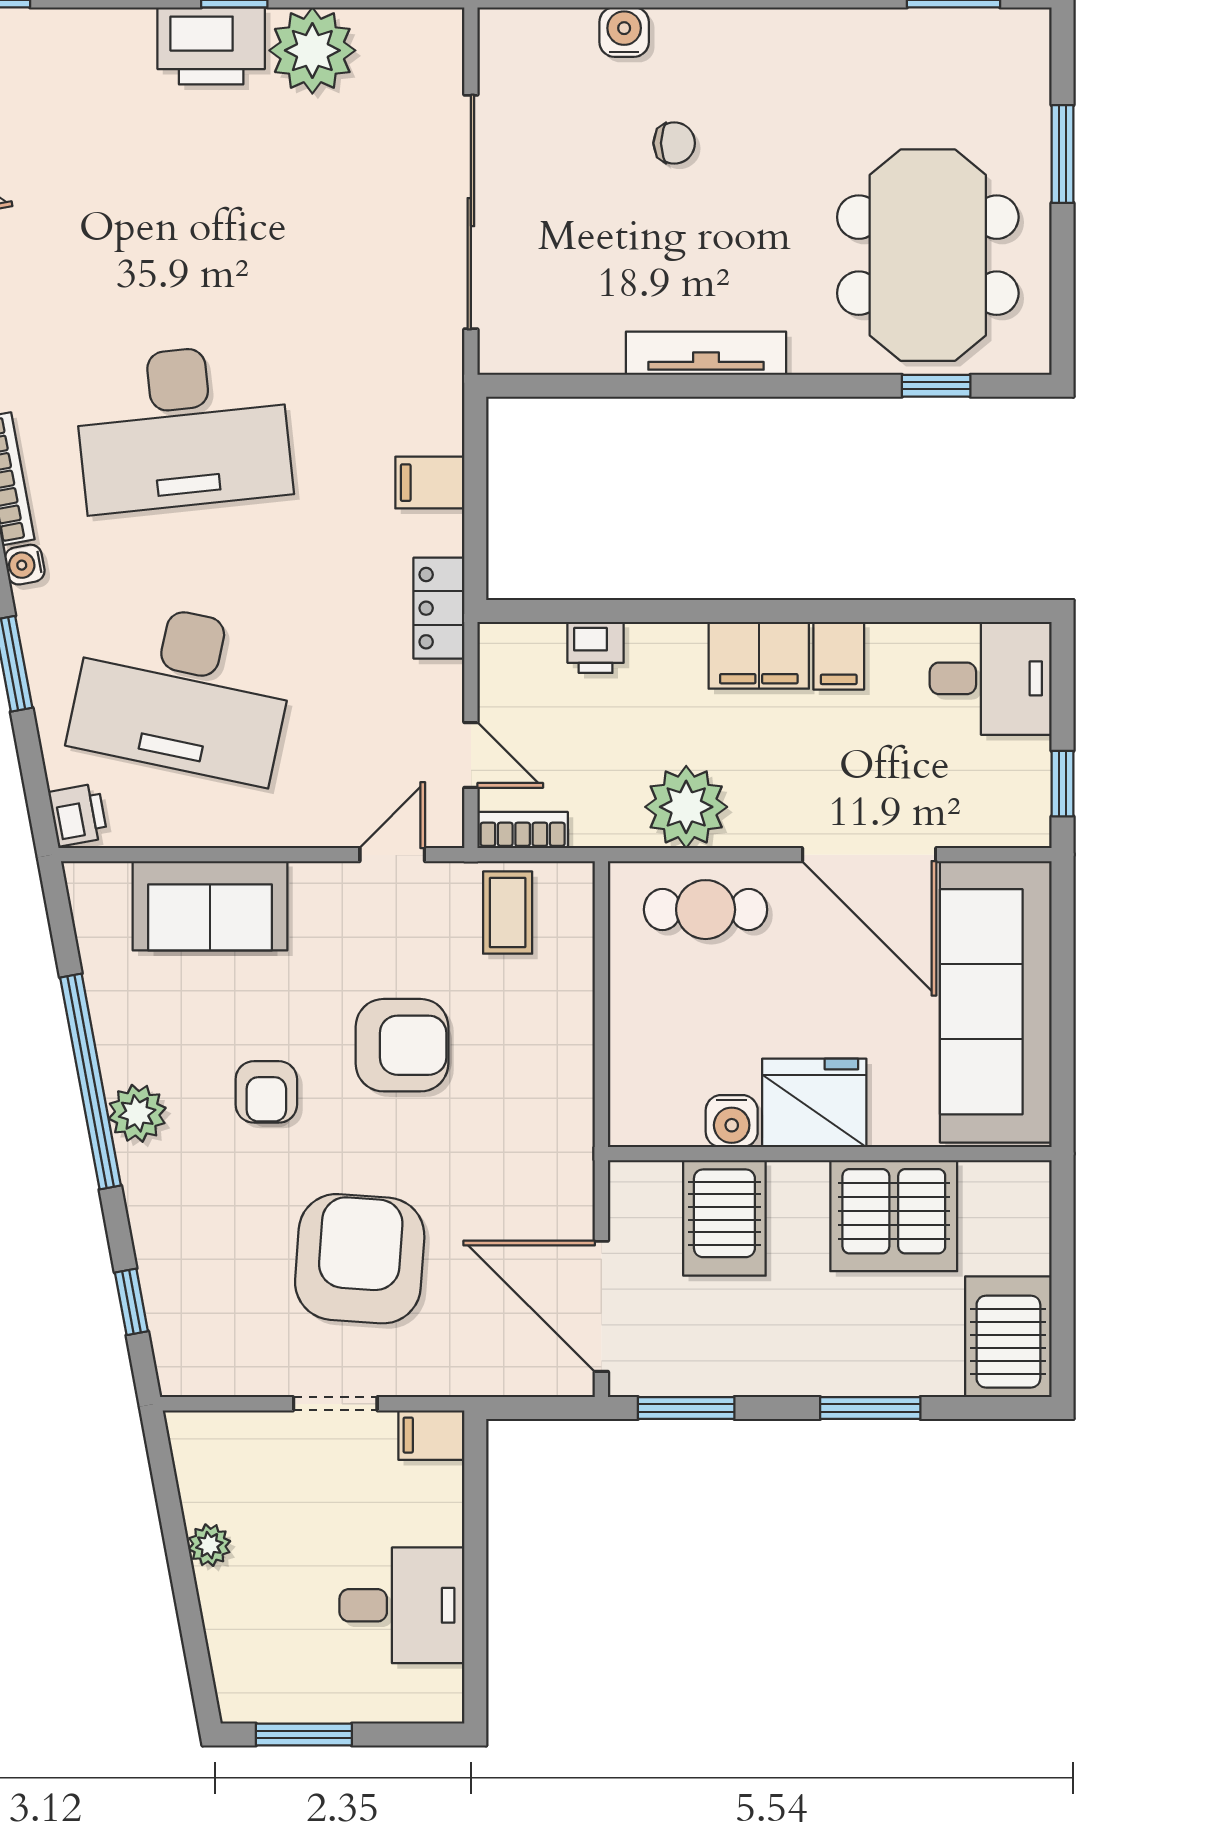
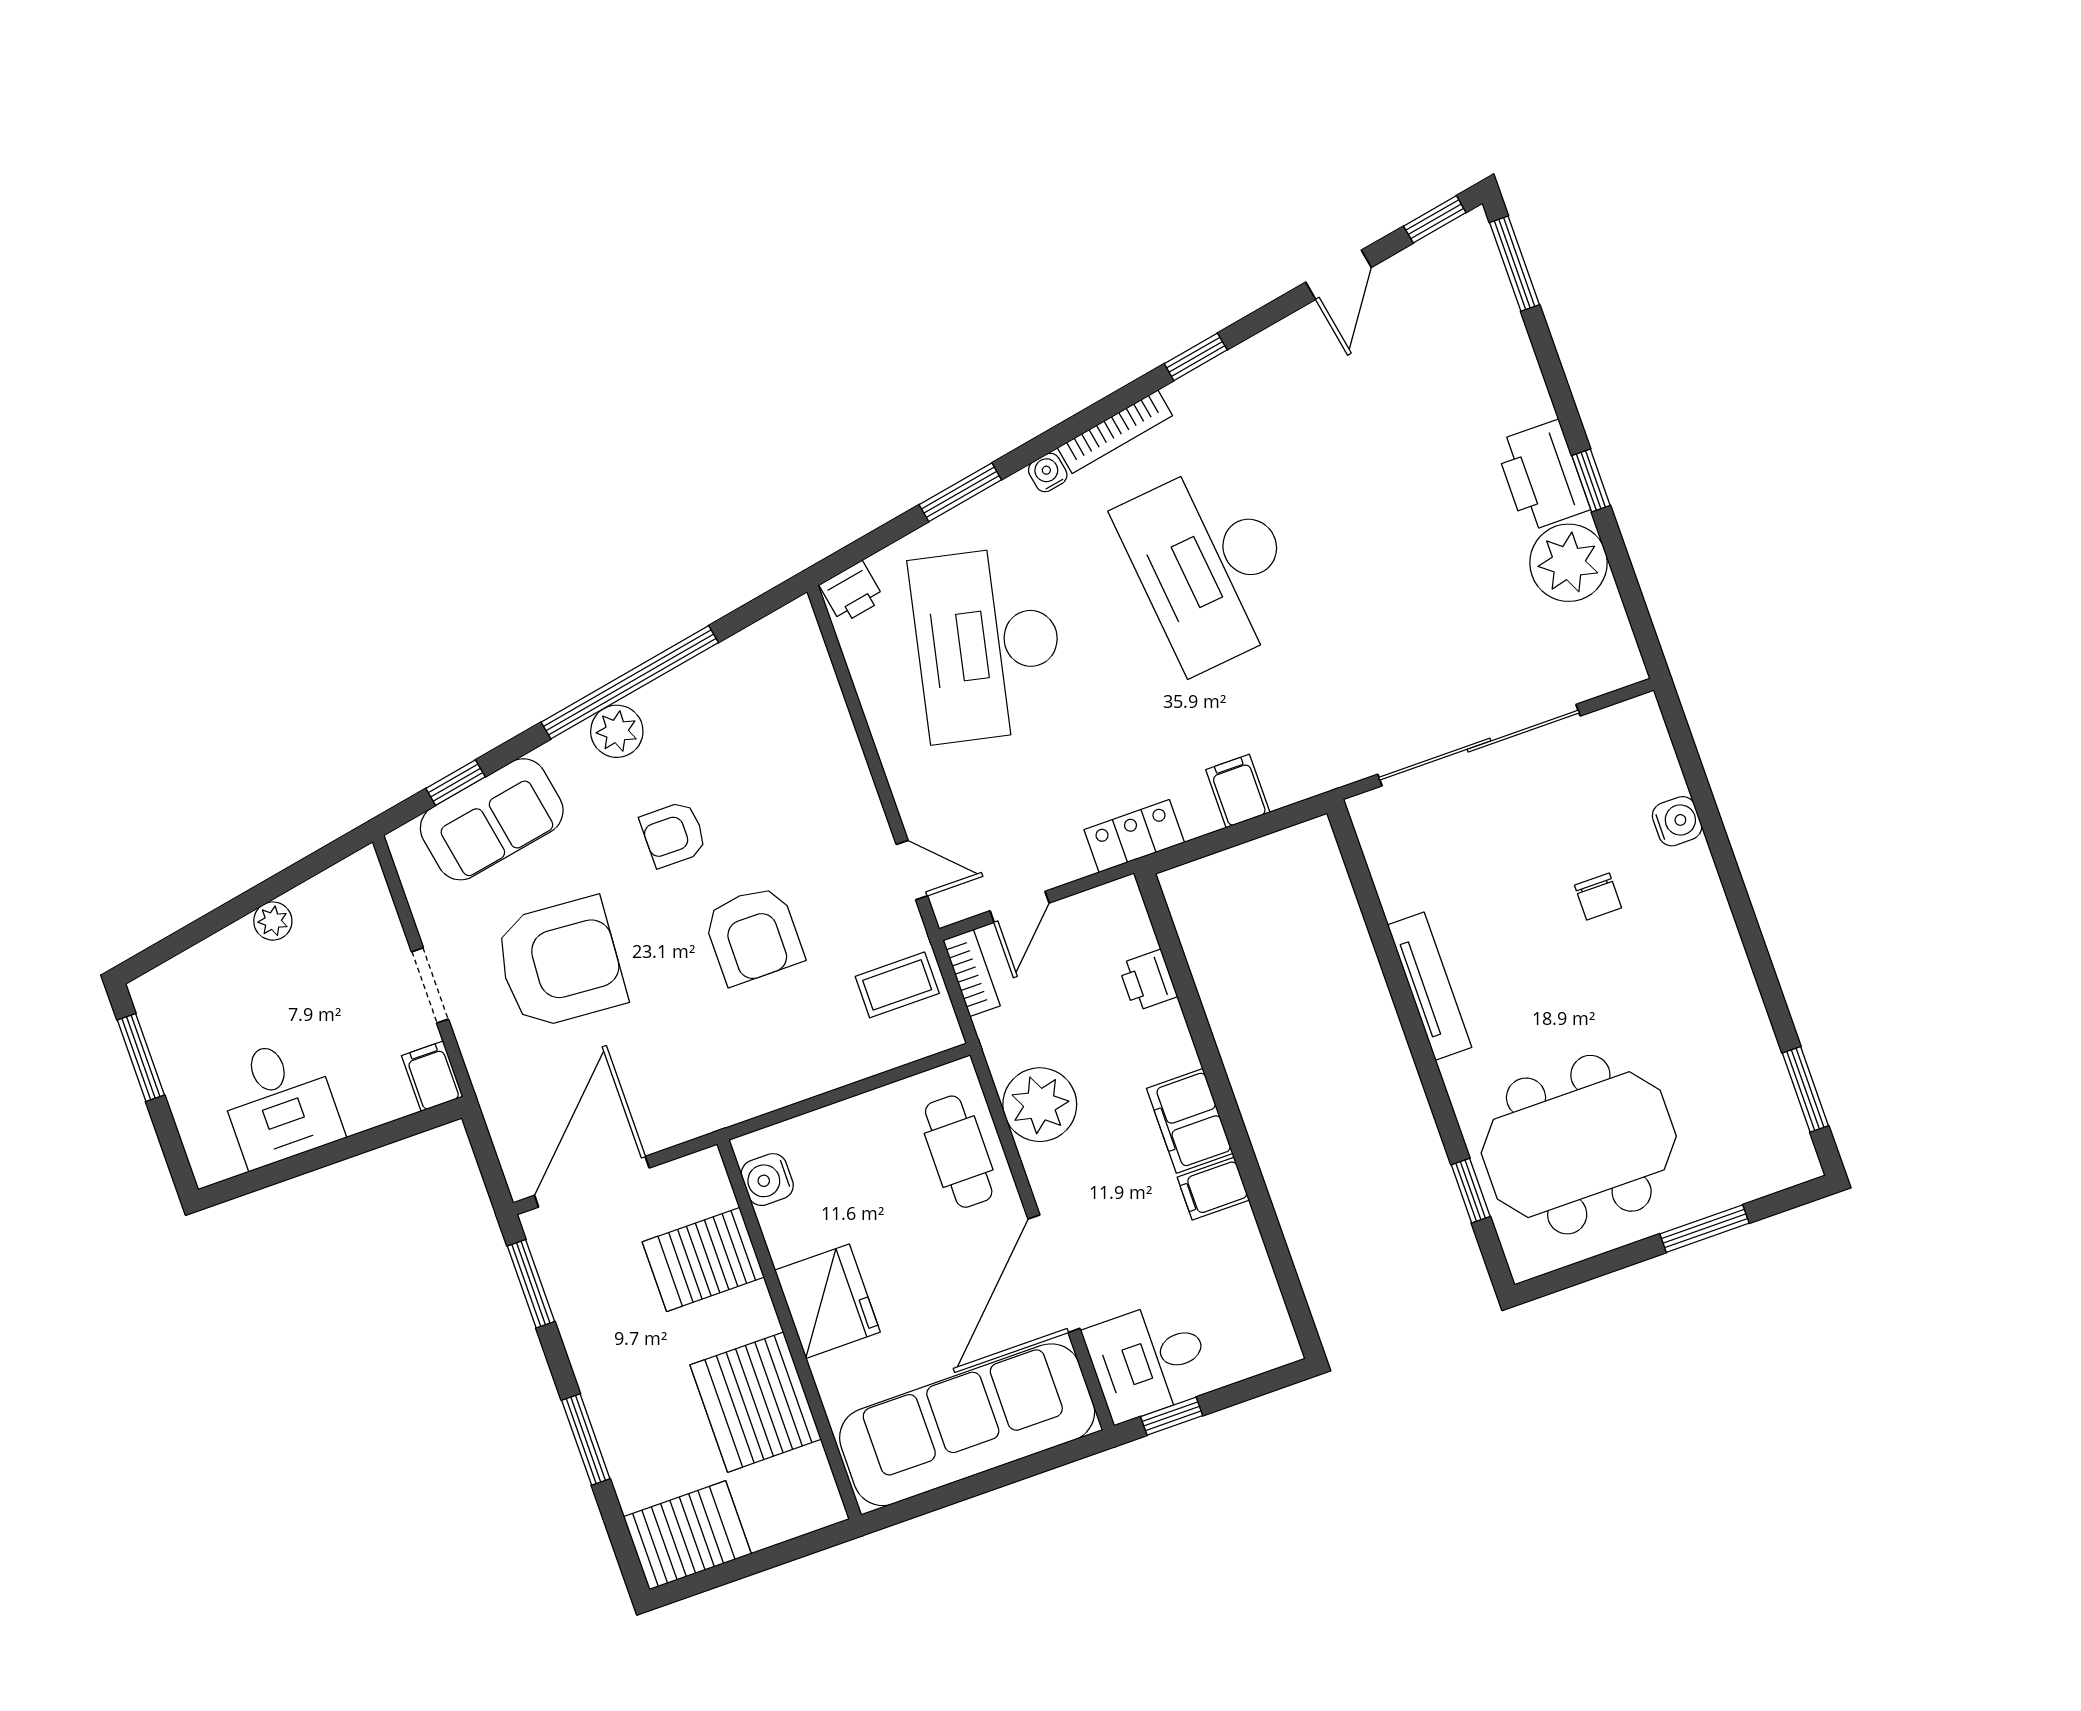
desk: (991, 678) -> (1149, 1360), moved, turned 90
sofa: (210, 906) -> (492, 819), moved, turned -101
water cooler: (732, 1121) -> (767, 1180), moved

